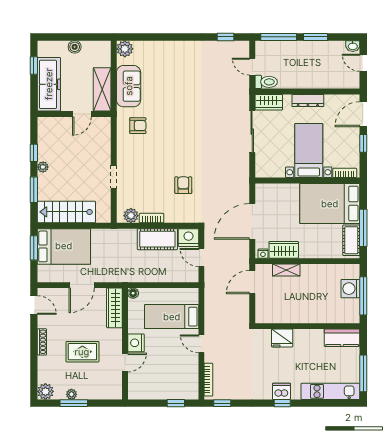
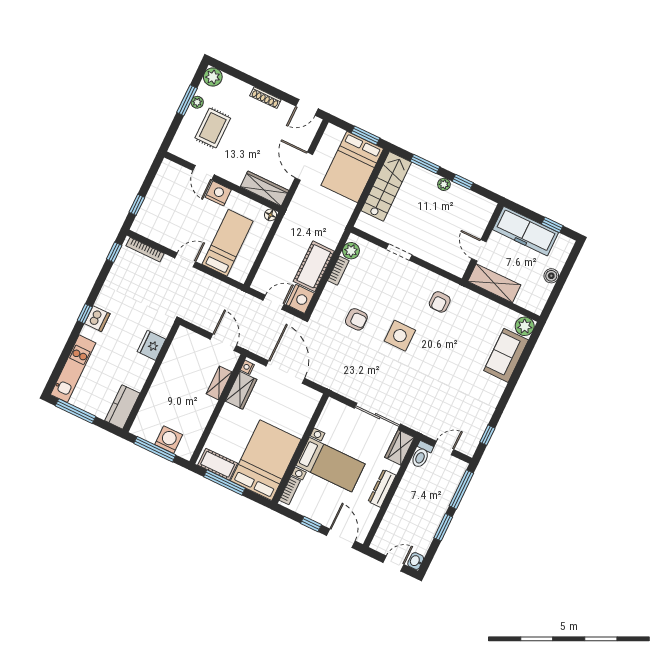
sofa: (129, 86) -> (506, 355), moved, turned 90
side table: (180, 144) -> (400, 336), added
rug: (82, 352) -> (213, 128), moved

